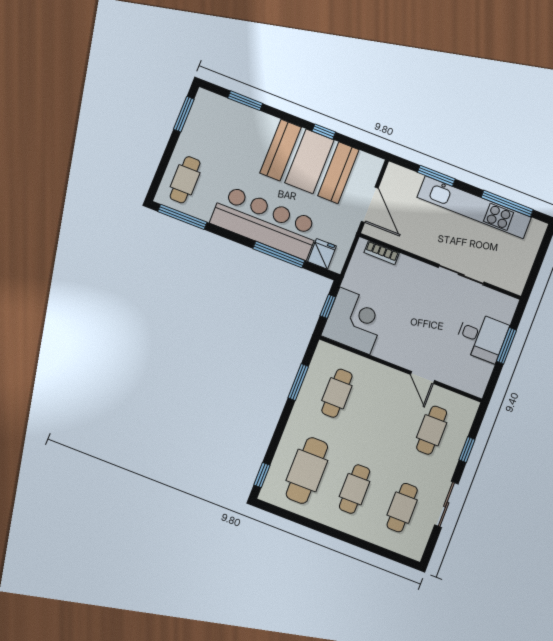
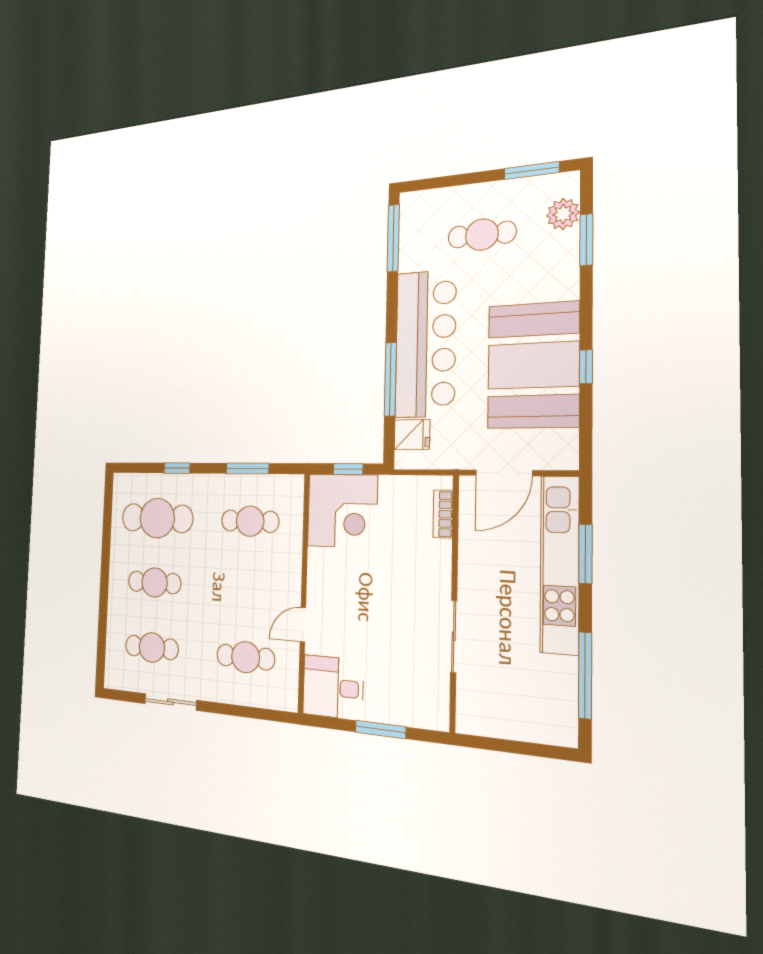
plant: (222, 107) -> (563, 214), added
cafe table: (185, 180) -> (482, 235), moved
kitchen unit: (474, 207) -> (560, 565), moved
desk: (481, 337) -> (333, 687), moved, turned 90
window: (467, 450) -> (237, 711), removed
window: (262, 475) -> (177, 468), moved

